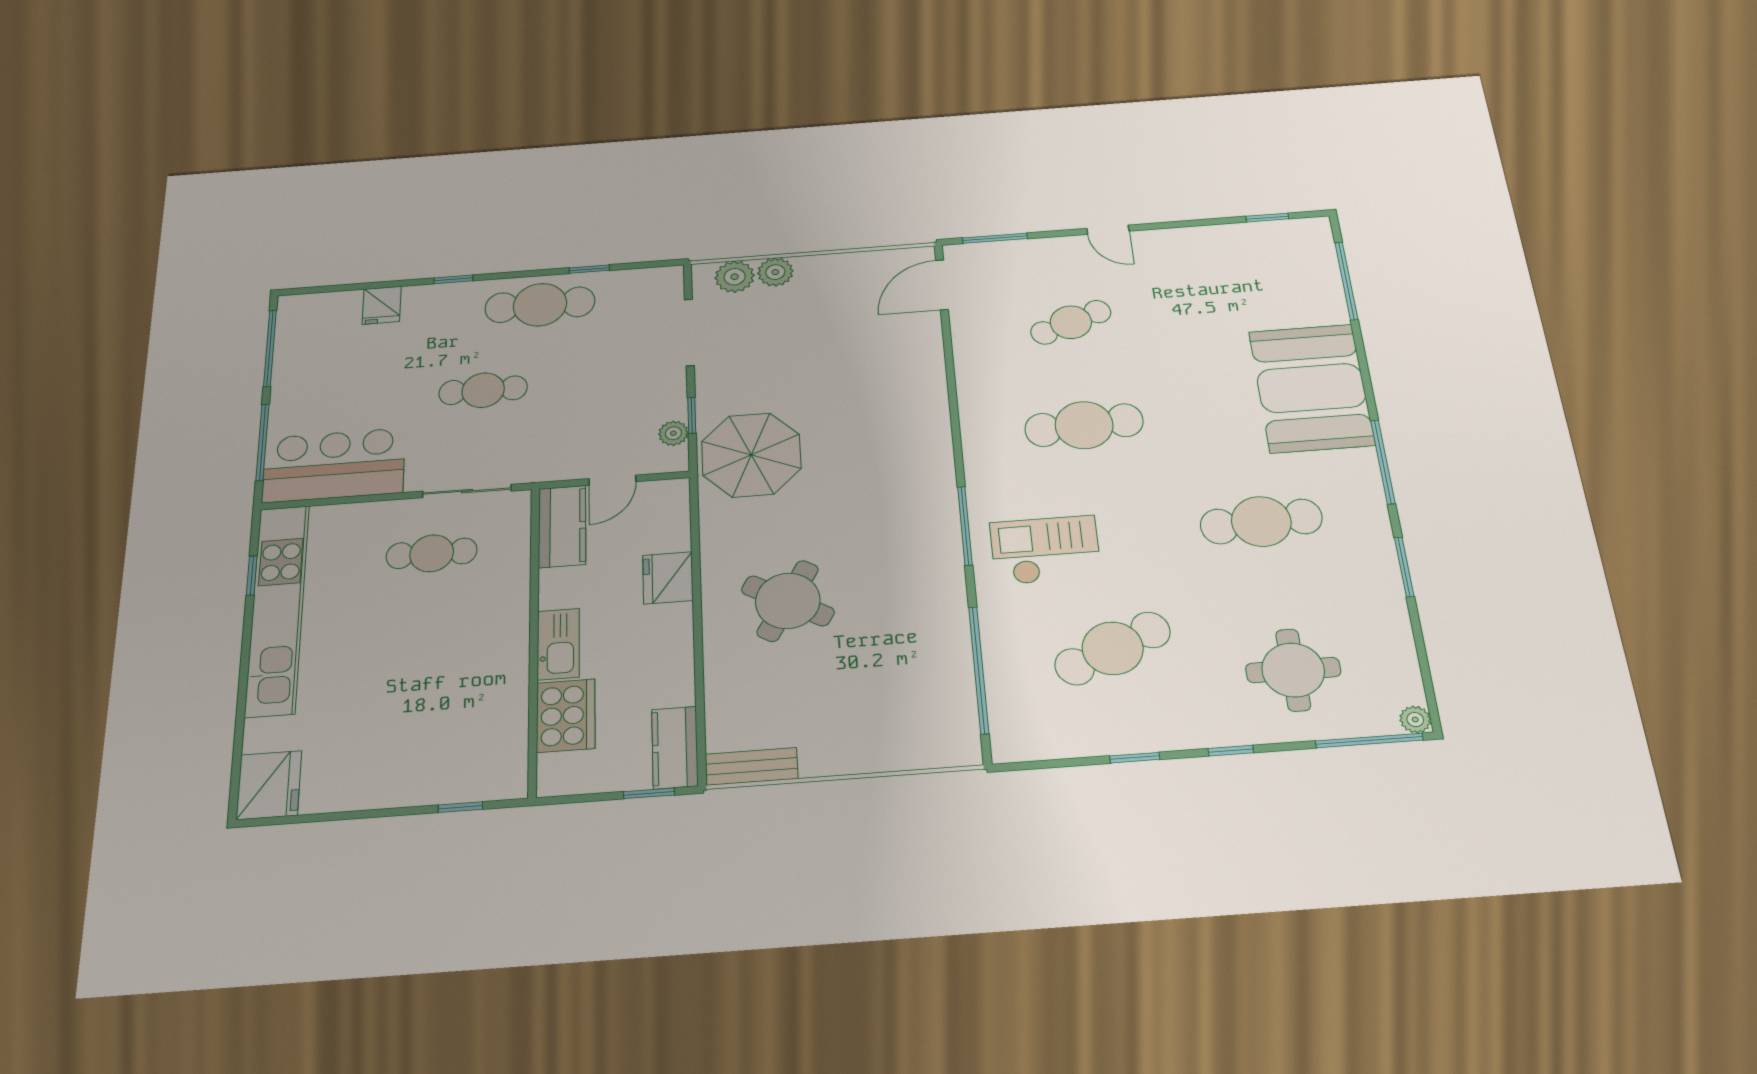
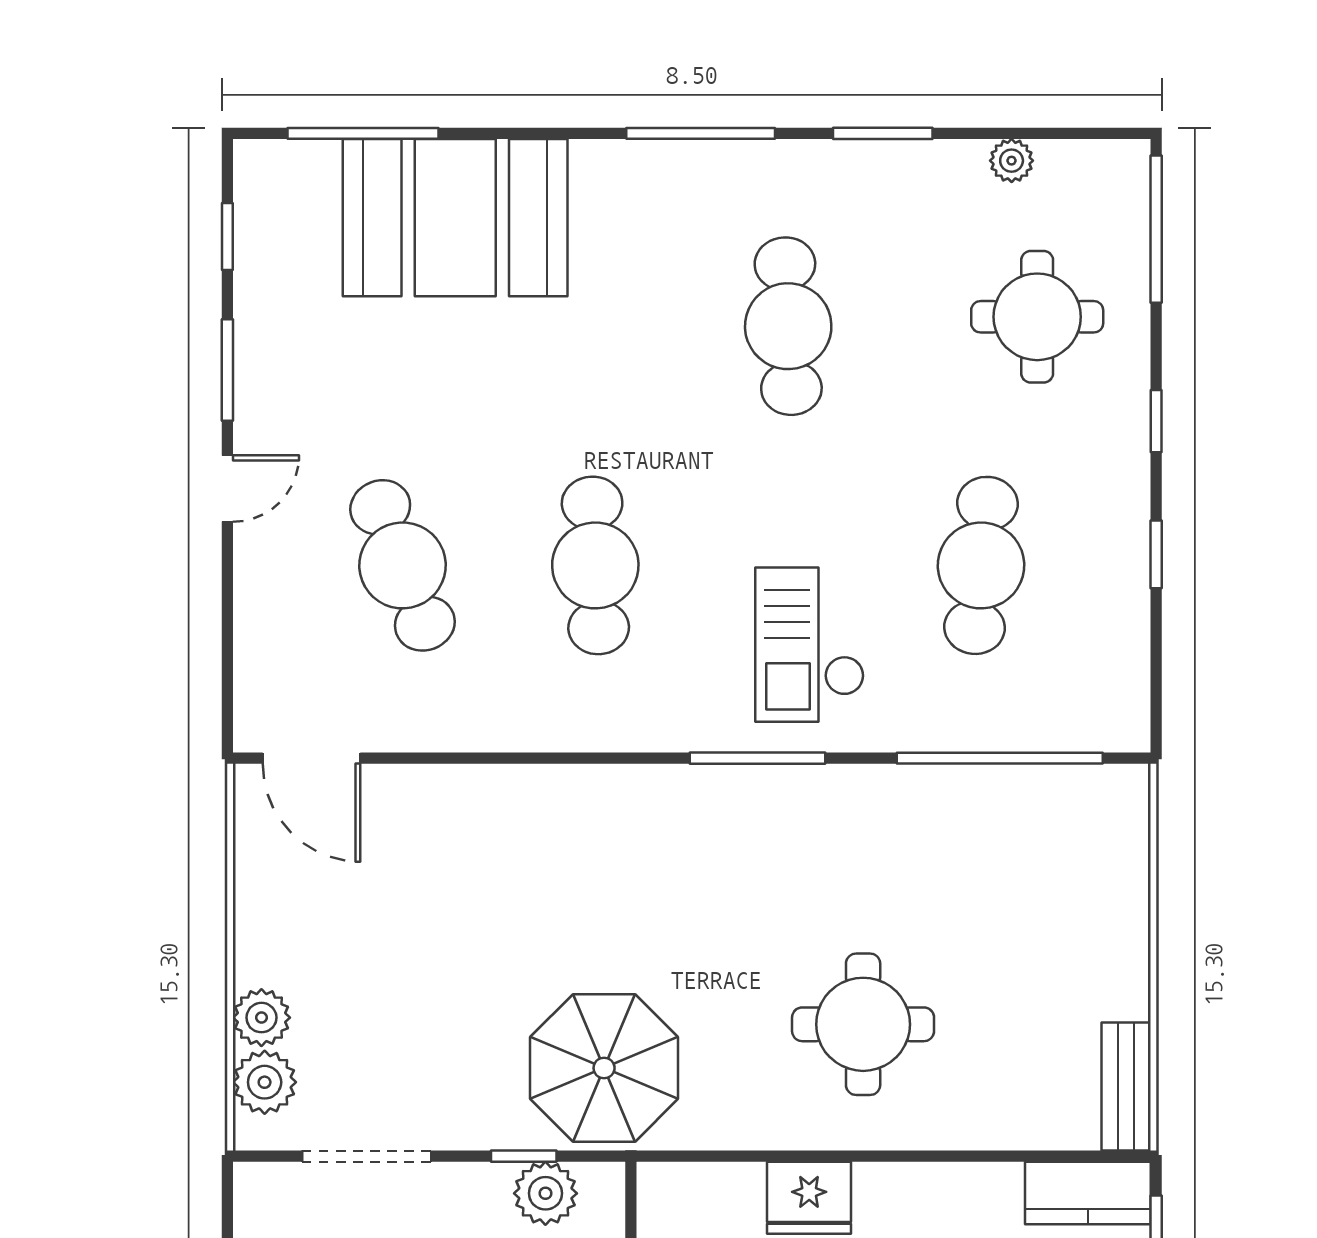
window: (995, 238) -> (227, 370), moved
cafe table: (1071, 322) -> (403, 565), width x1.37, depth x1.35
booth: (1311, 388) -> (455, 218), moved
plant: (673, 433) -> (545, 1193), width x1.38, depth x1.38
round table: (788, 601) -> (863, 1024), turned -30
cafe table: (1113, 648) -> (981, 565), turned 30
plant: (1415, 720) -> (1012, 161), moved

